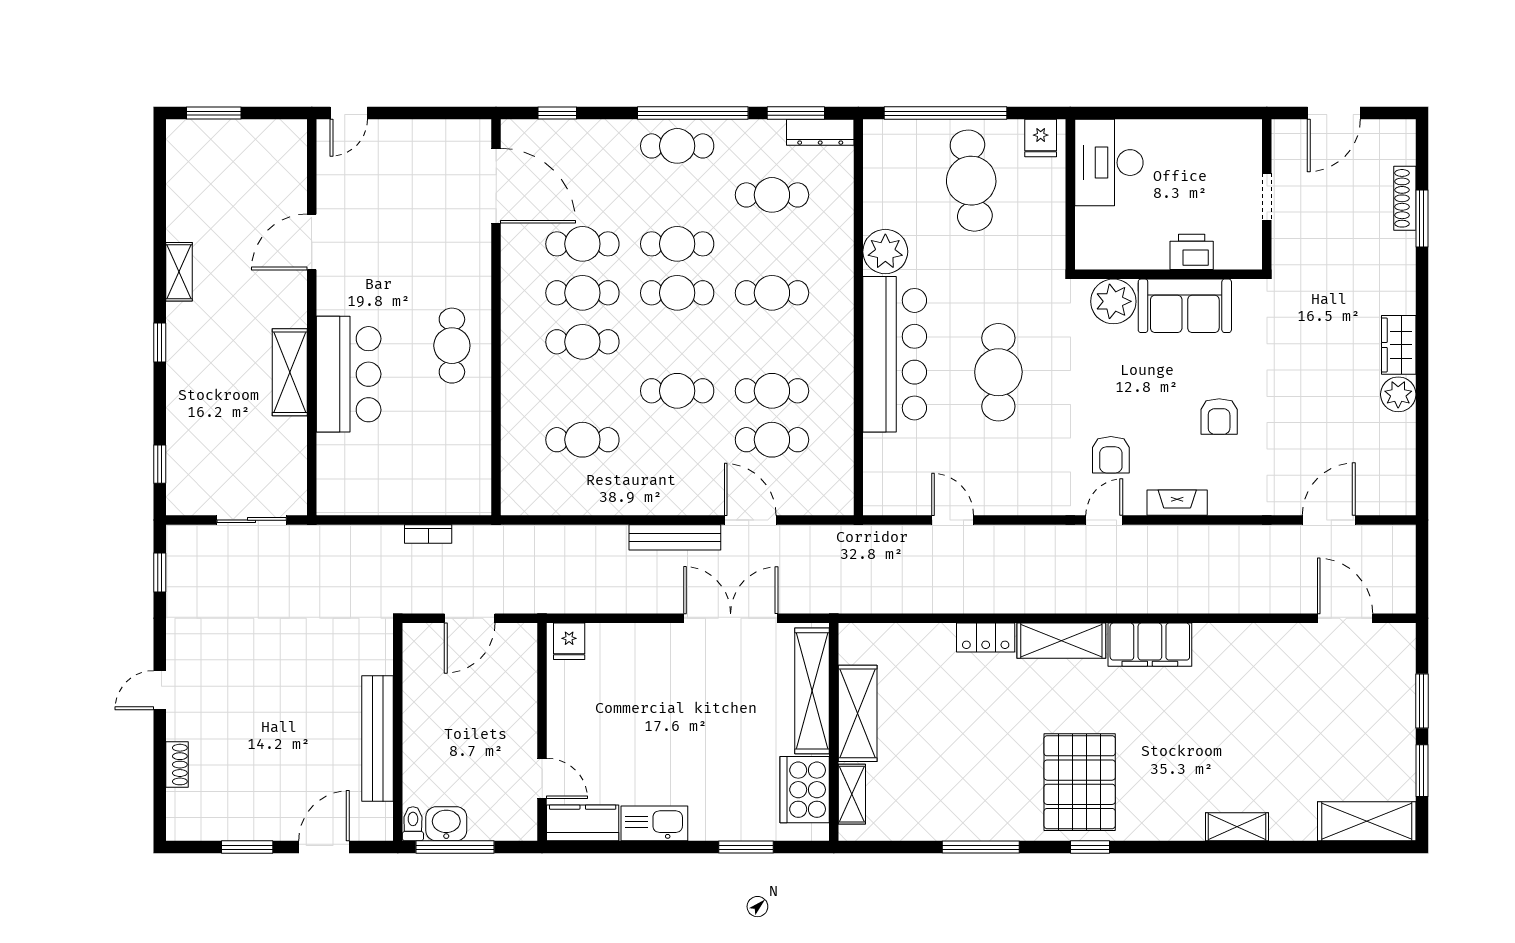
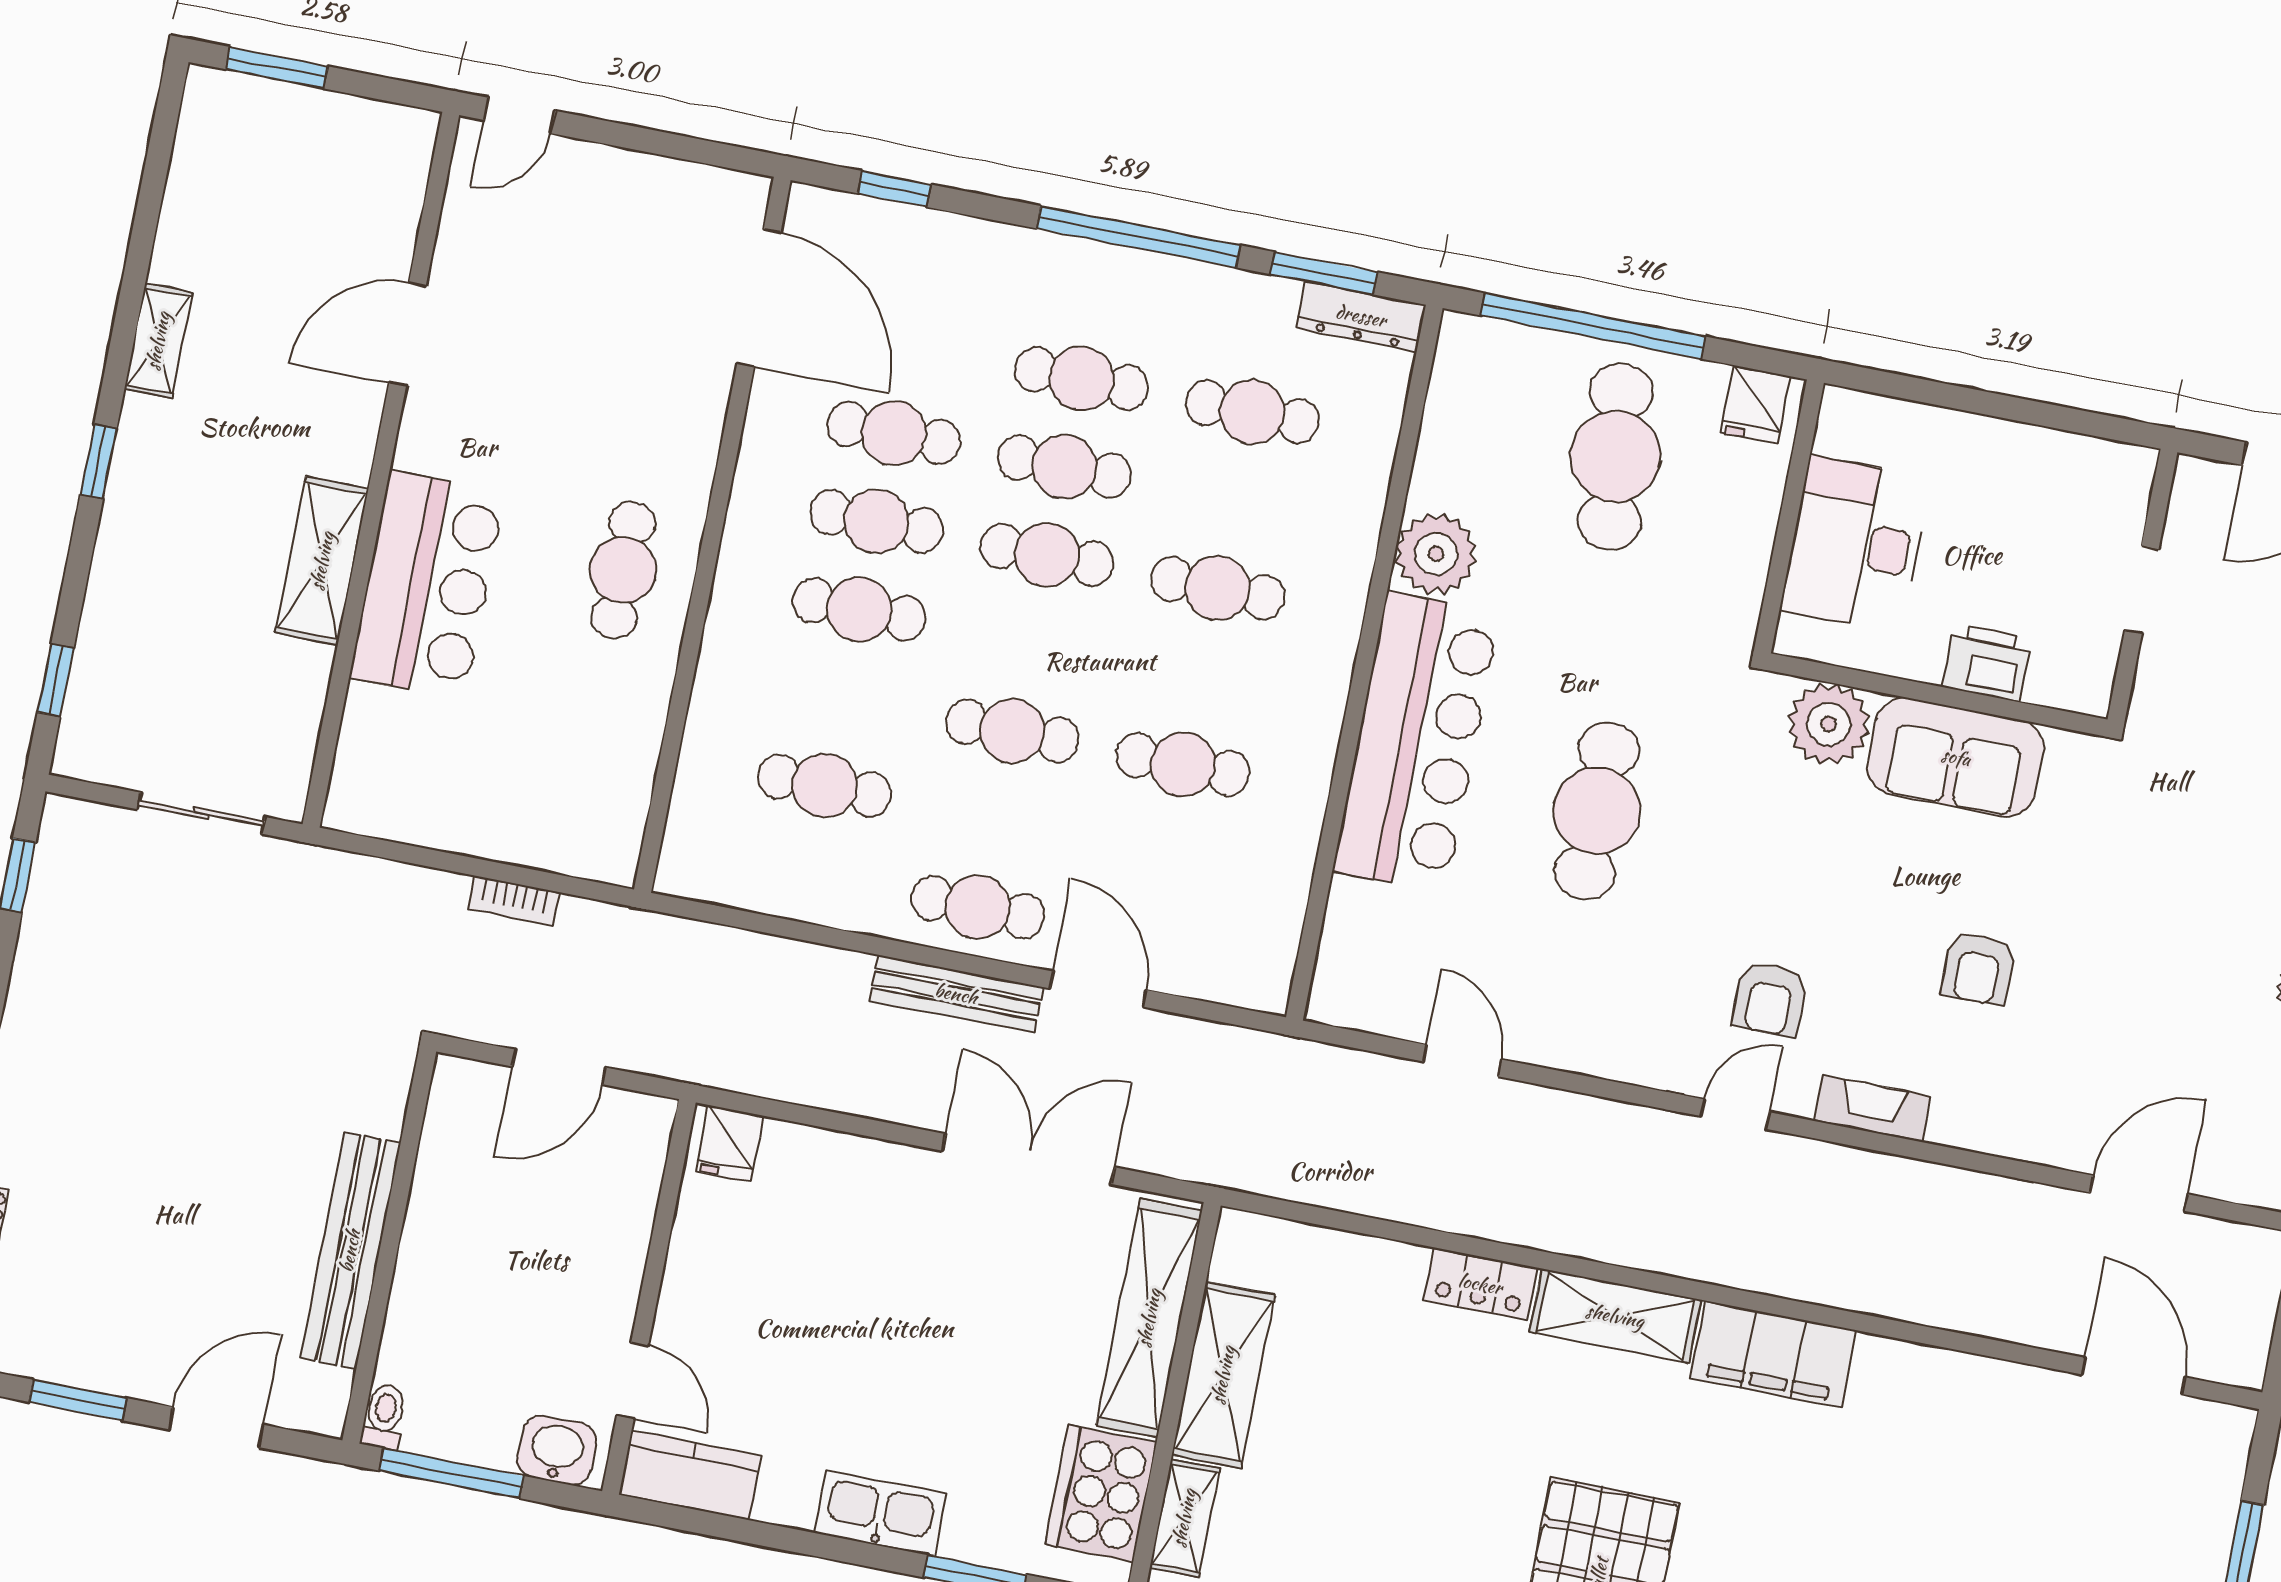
cafe table: (677, 146) -> (1082, 379), moved
desk: (1109, 163) -> (1856, 544), moved
cafe table: (772, 440) -> (978, 907), moved
kitchen sink: (654, 823) -> (880, 1513), moved
washbasin: (446, 824) -> (557, 1450), moved

